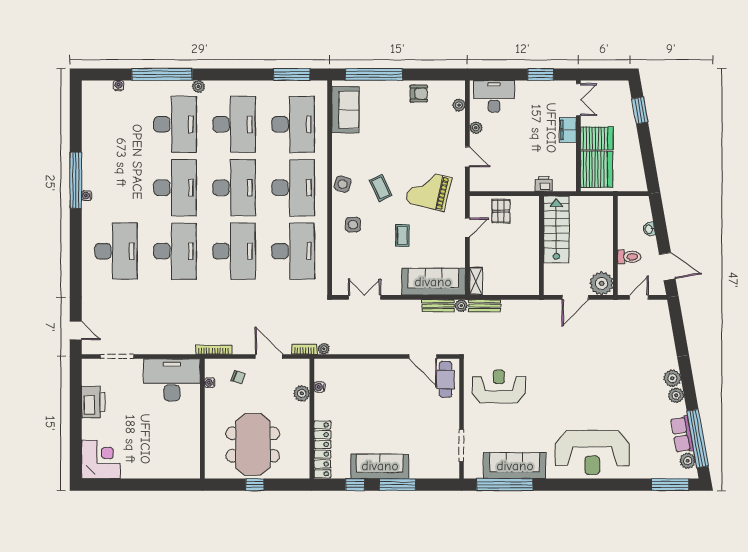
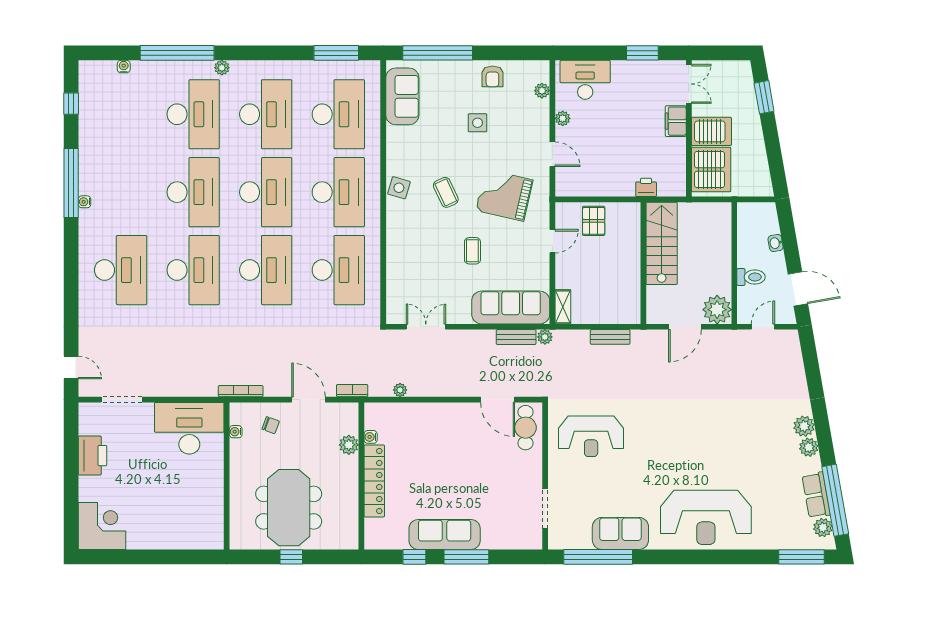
armchair: (419, 94) -> (492, 76), turned 90
window: (76, 116) -> (71, 104), added
side table: (353, 225) -> (477, 123), moved
bench: (485, 306) -> (610, 337), moved
plant: (324, 349) -> (400, 390), moved
reception desk: (499, 386) -> (591, 436), turned 180
locker: (322, 449) -> (374, 481), moved
sofa: (515, 466) -> (620, 533), width x0.73

